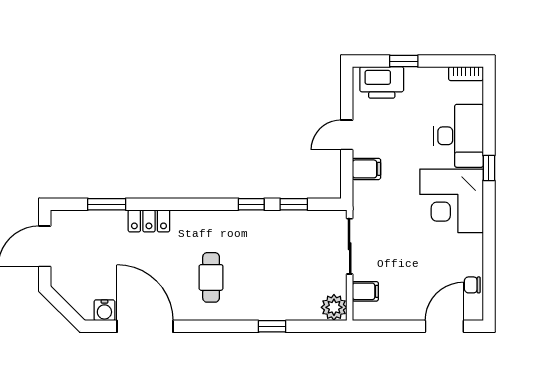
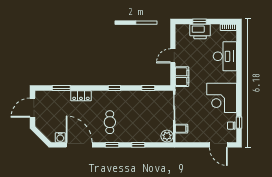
printer: (382, 82) -> (200, 31), moved
window: (489, 168) -> (239, 123), moved
filing cabinet: (366, 169) -> (182, 77), width x2.00
corner desk: (452, 201) -> (222, 98), moved
window: (251, 204) -> (114, 88), moved
window: (216, 326) -> (112, 145), added
door: (444, 326) -> (218, 145), swing flipped

